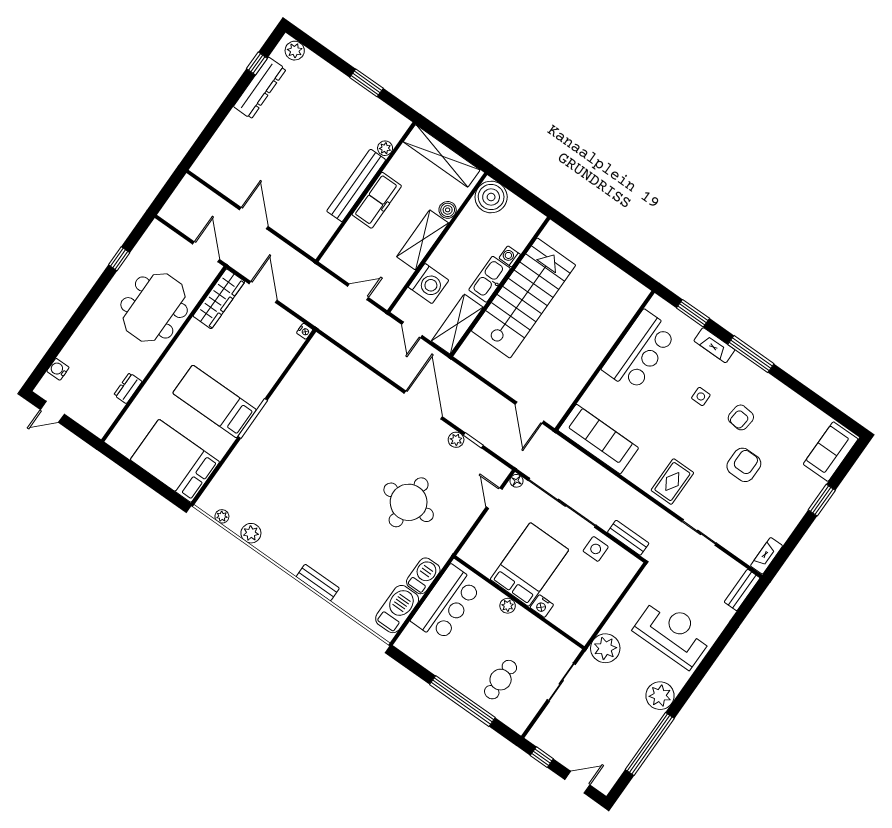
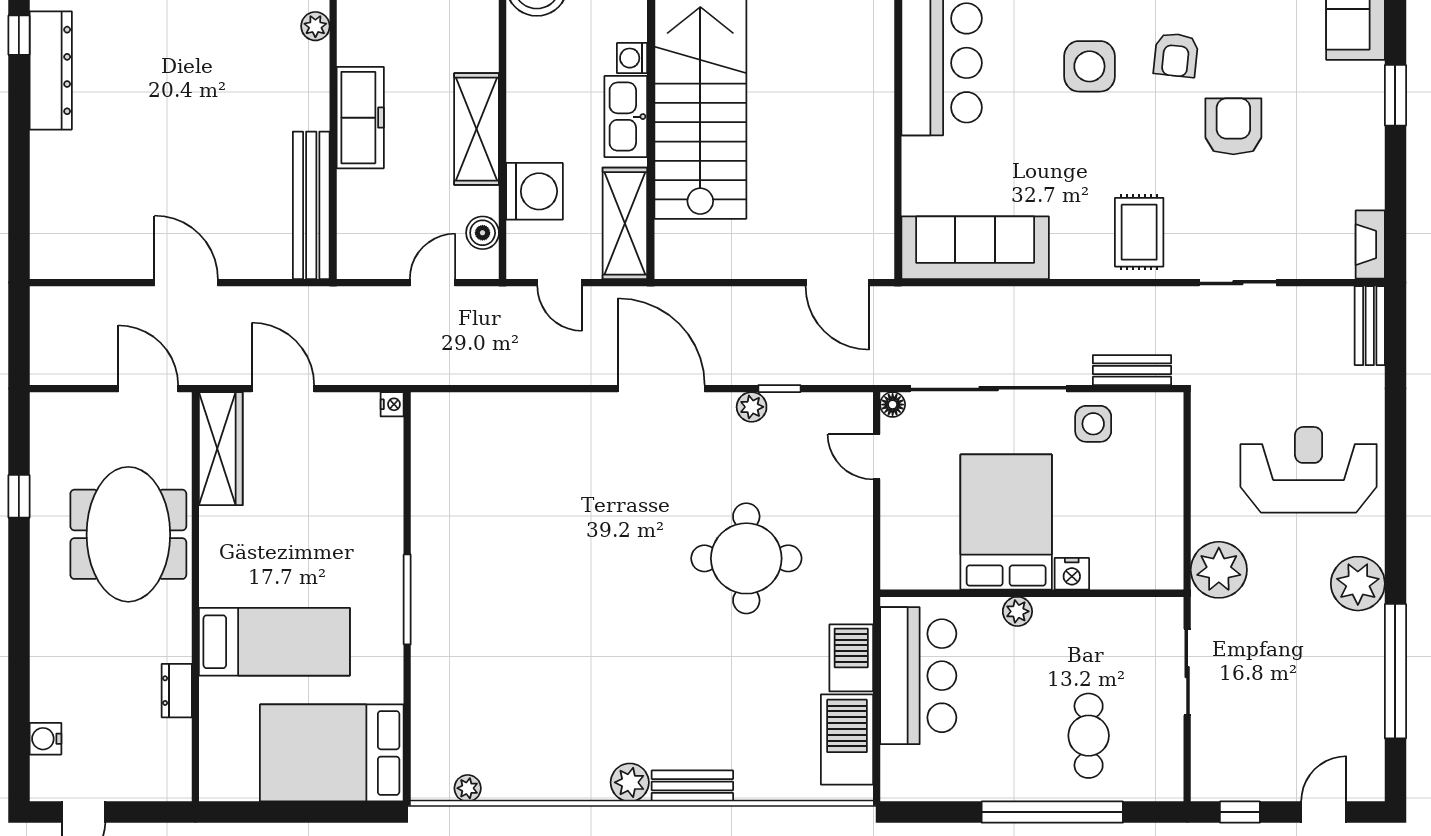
bench: (356, 185) -> (311, 205), moved
boiler: (448, 210) -> (483, 233), moved
side table: (701, 396) -> (1089, 66), width x1.87, depth x1.87
bed: (215, 402) -> (274, 642), moved, turned 180
plant: (251, 533) -> (630, 782), moved

